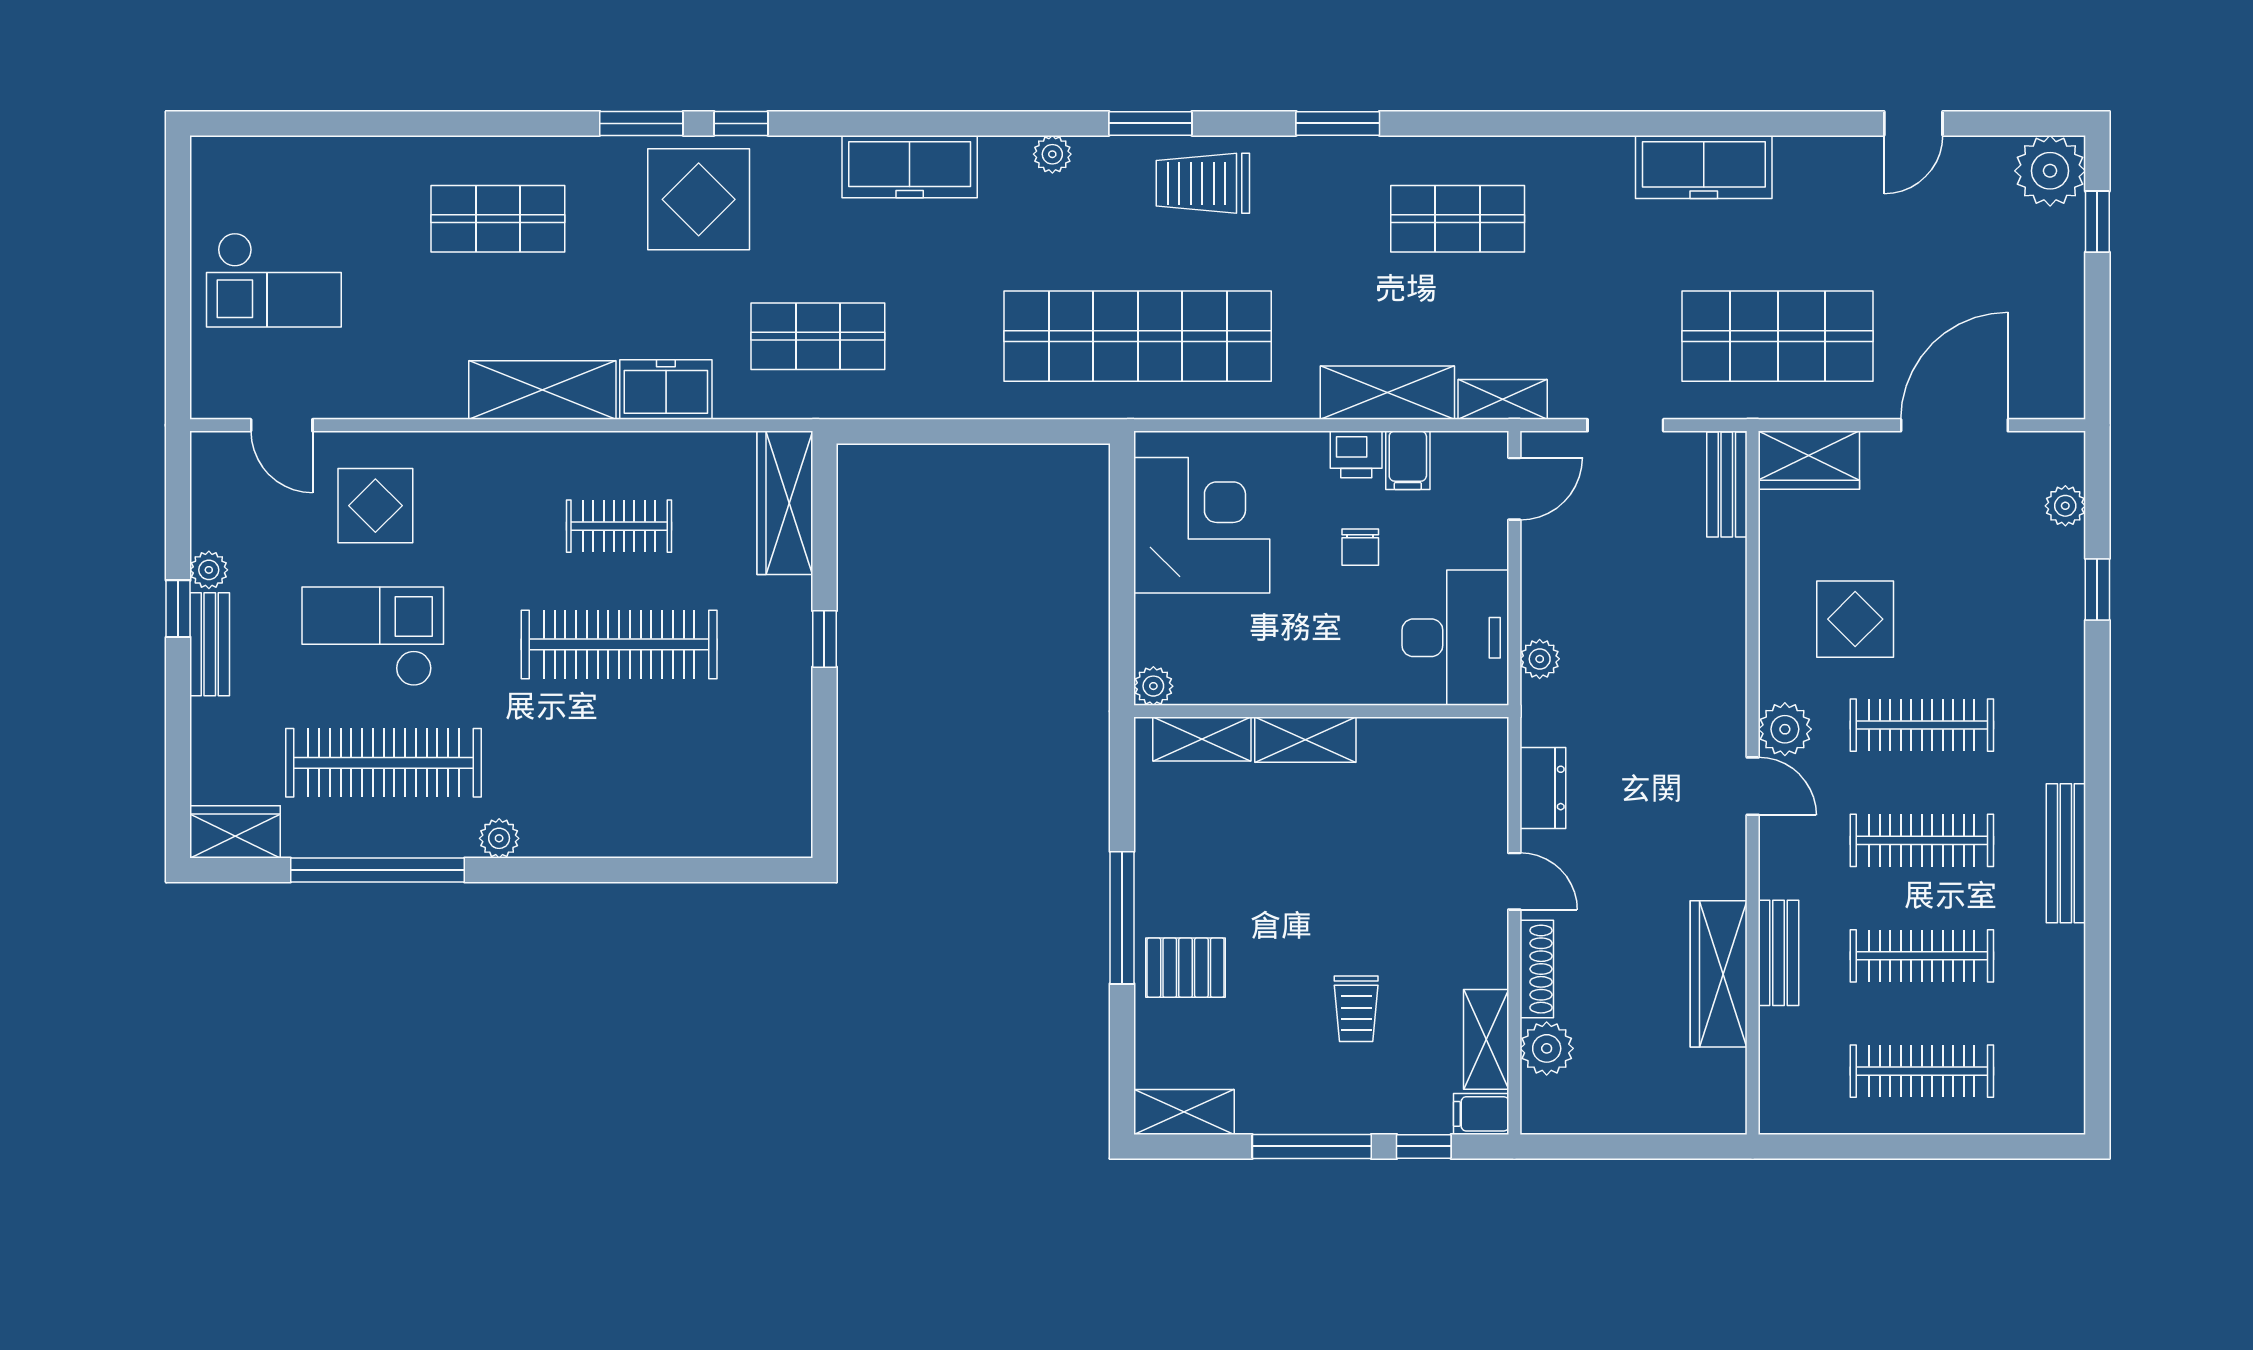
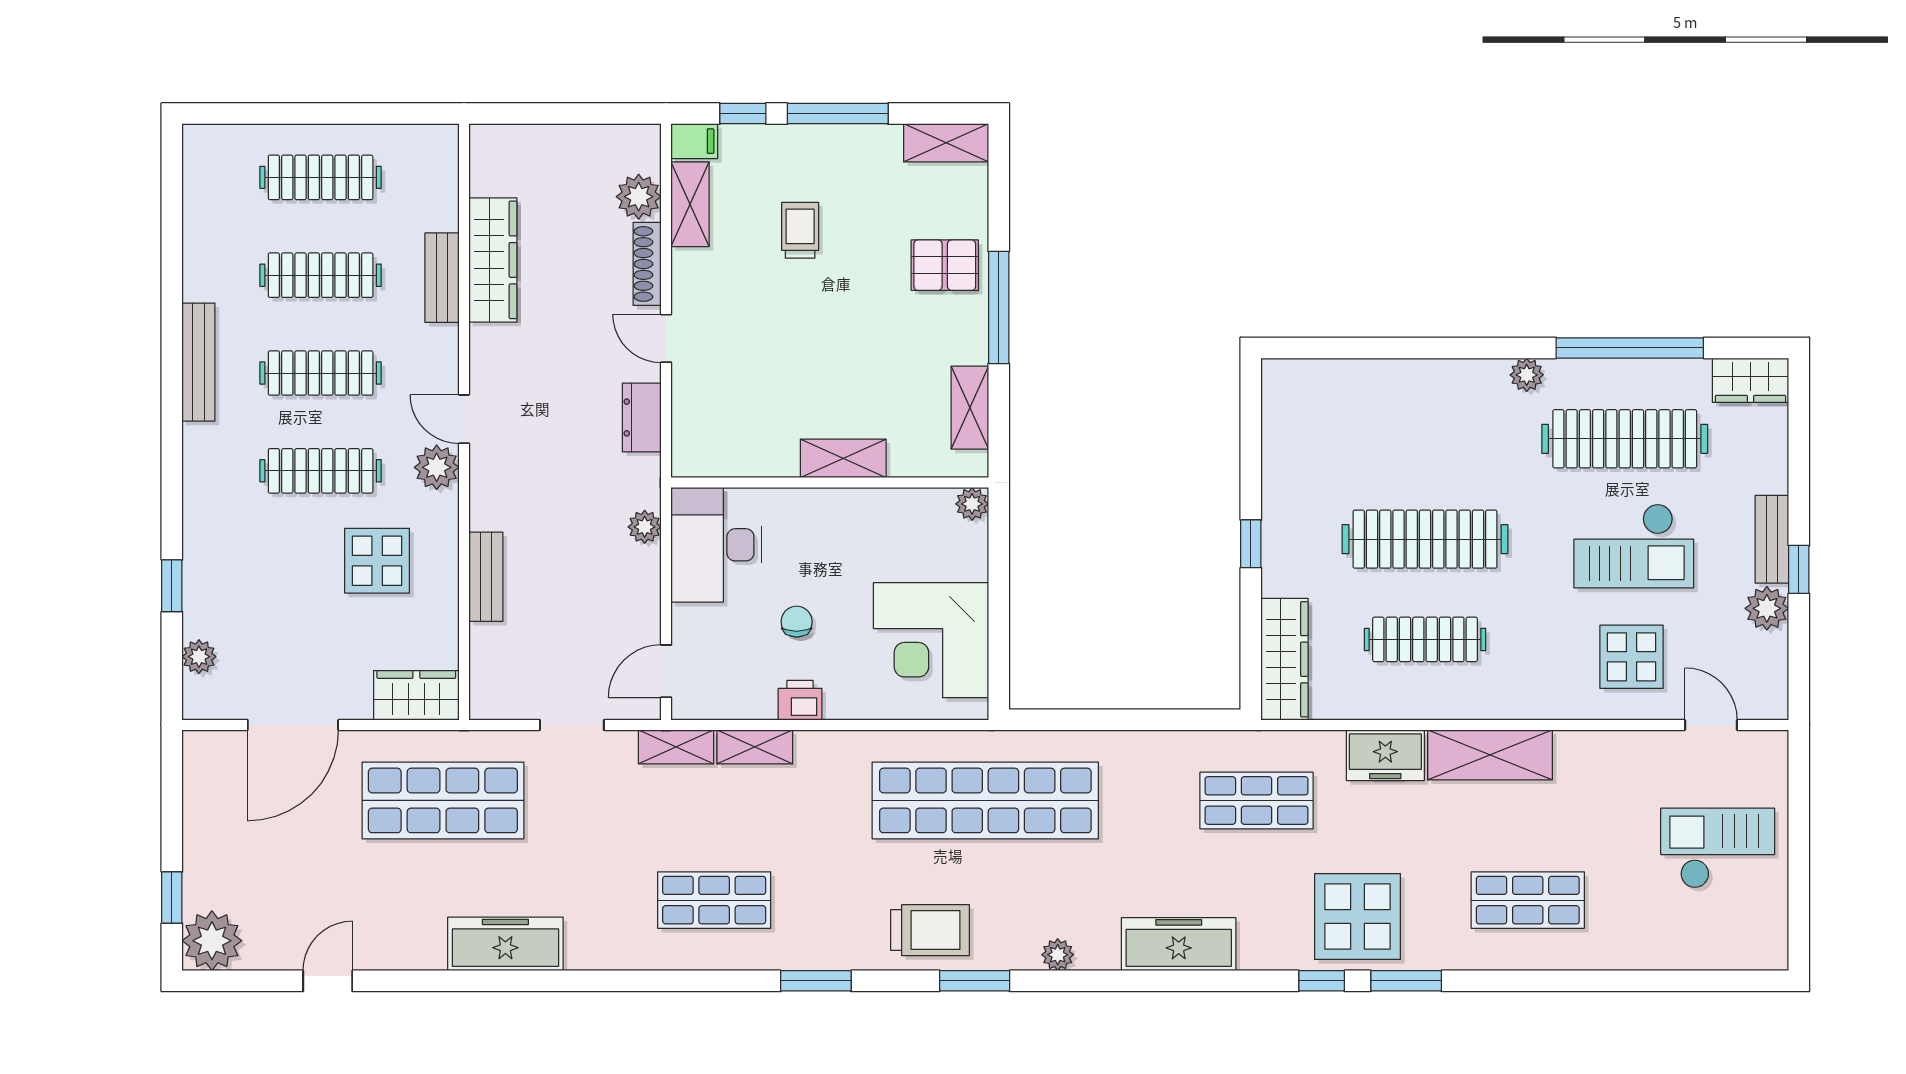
shelving: (1387, 393) -> (755, 747), width x0.67, depth x0.75
filing cabinet: (1408, 460) -> (756, 695), removed
bench: (1727, 484) -> (486, 577), moved
clothes rail: (619, 526) -> (1425, 639), width x1.36
plant: (209, 570) -> (1767, 608), width x1.38, depth x1.38
shelving: (1202, 739) -> (970, 408), moved, turned 90

